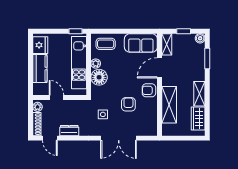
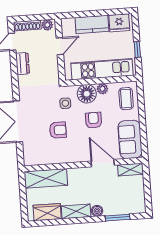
window: (75, 31) -> (137, 49), moved
window: (184, 31) -> (147, 188), removed
boiler: (200, 38) -> (97, 211), moved
armchair: (149, 90) -> (94, 120), moved
shelving: (169, 105) -> (46, 178), moved
side table: (103, 114) -> (65, 103), moved

